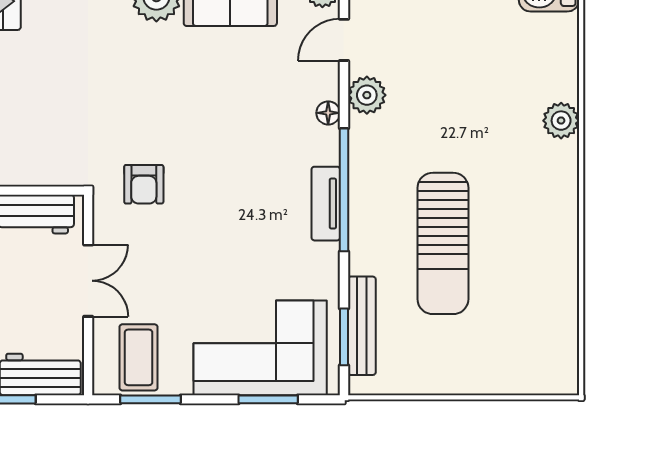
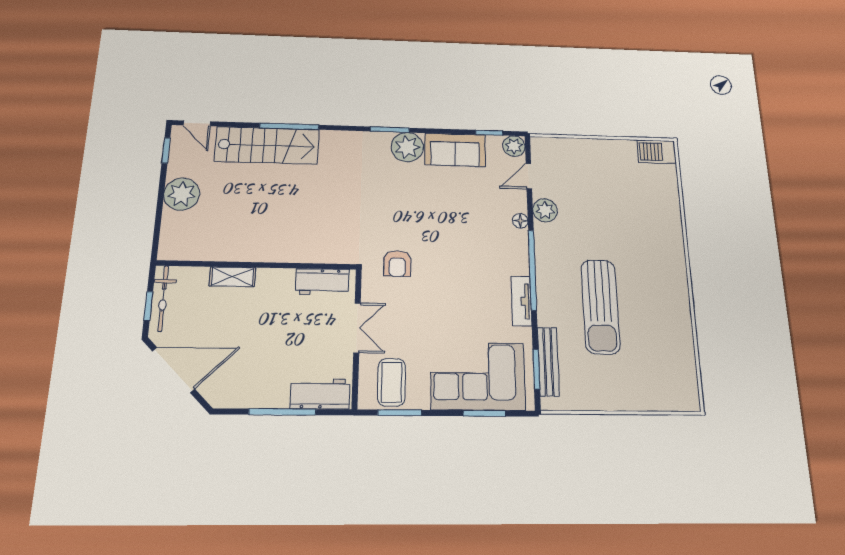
plant: (561, 121) -> (671, 229), removed
tv unit: (326, 204) -> (521, 301), moved

